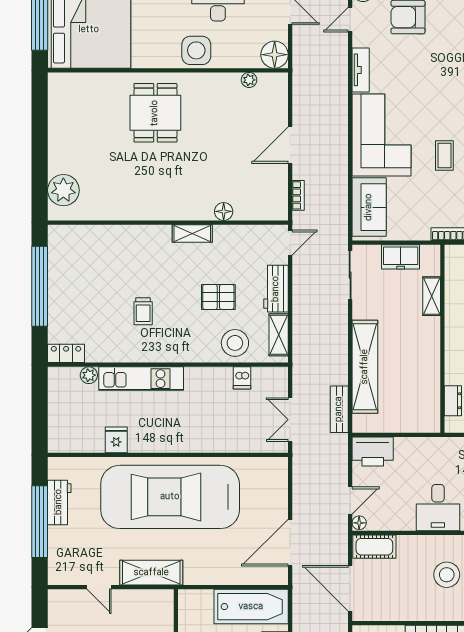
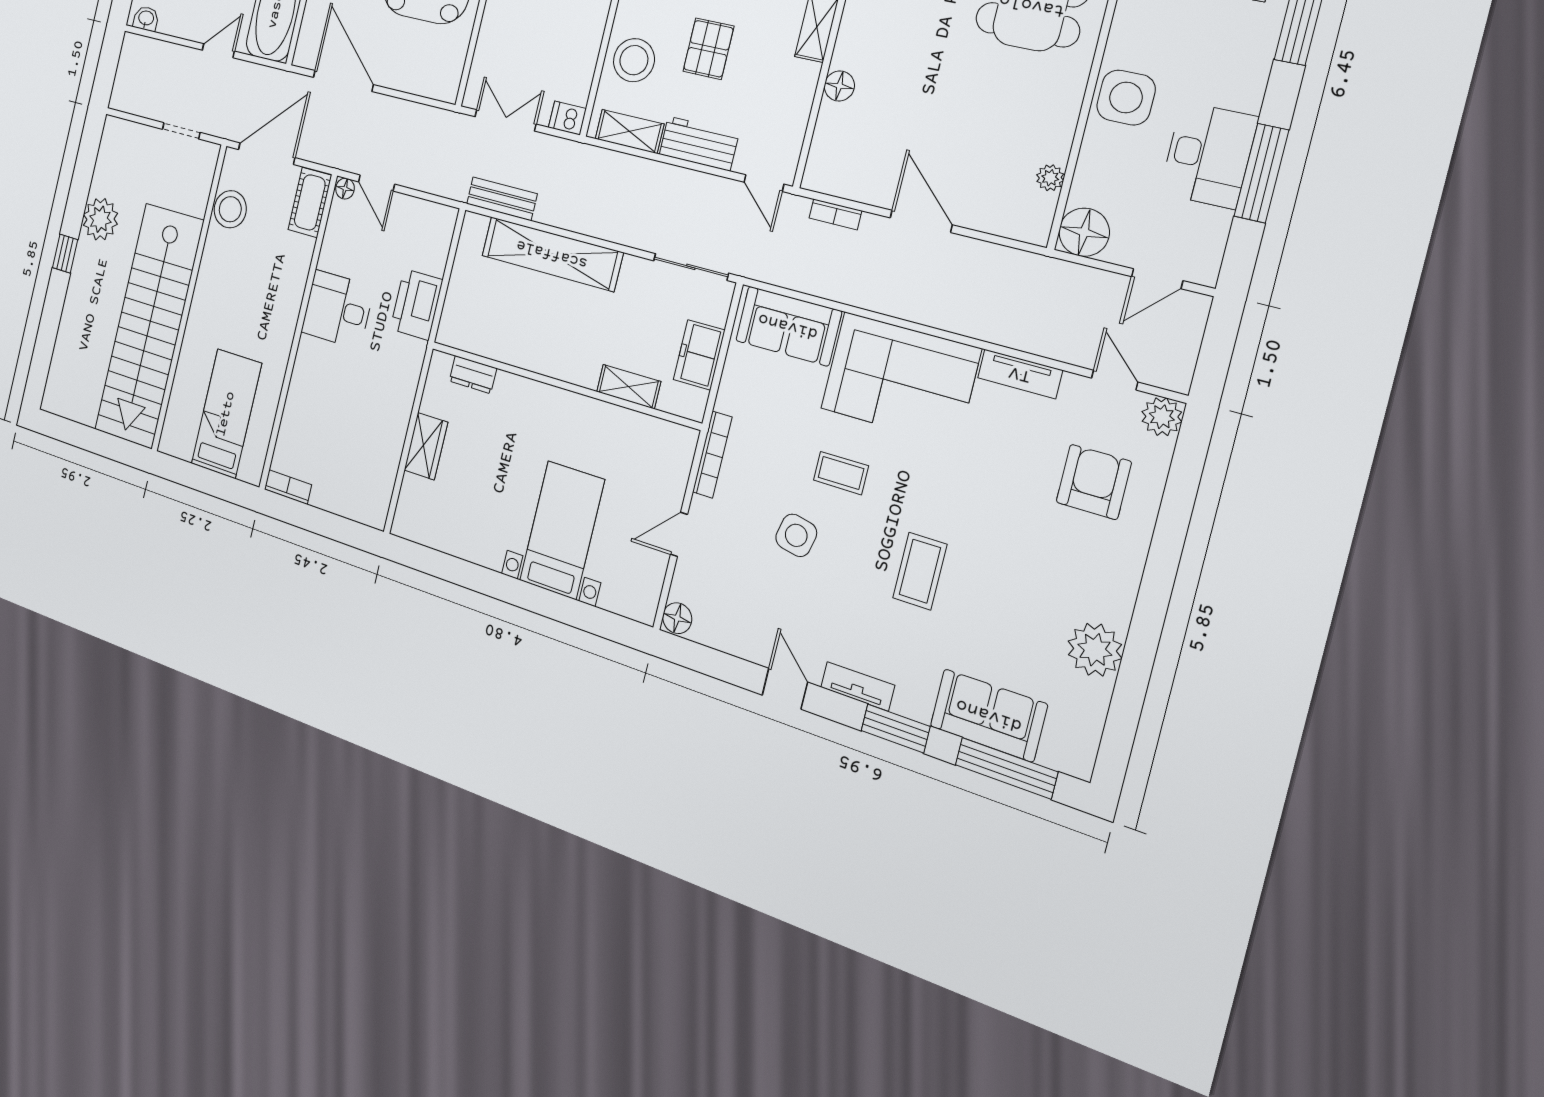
dishwasher: (242, 378) -> (567, 118), moved
printer: (373, 452) -> (416, 304), moved
stool: (447, 575) -> (230, 209), moved

